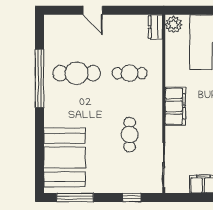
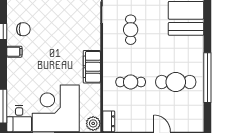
filing cabinet: (175, 106) -> (92, 67), moved

